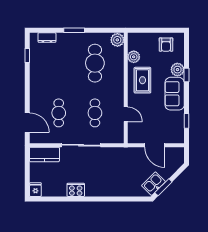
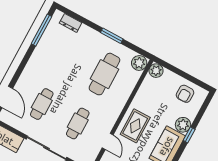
window: (74, 30) -> (112, 36), moved
window: (27, 55) -> (41, 30), width x2.17
plant: (134, 57) -> (156, 71), moved
rug: (142, 80) -> (135, 126), moved

